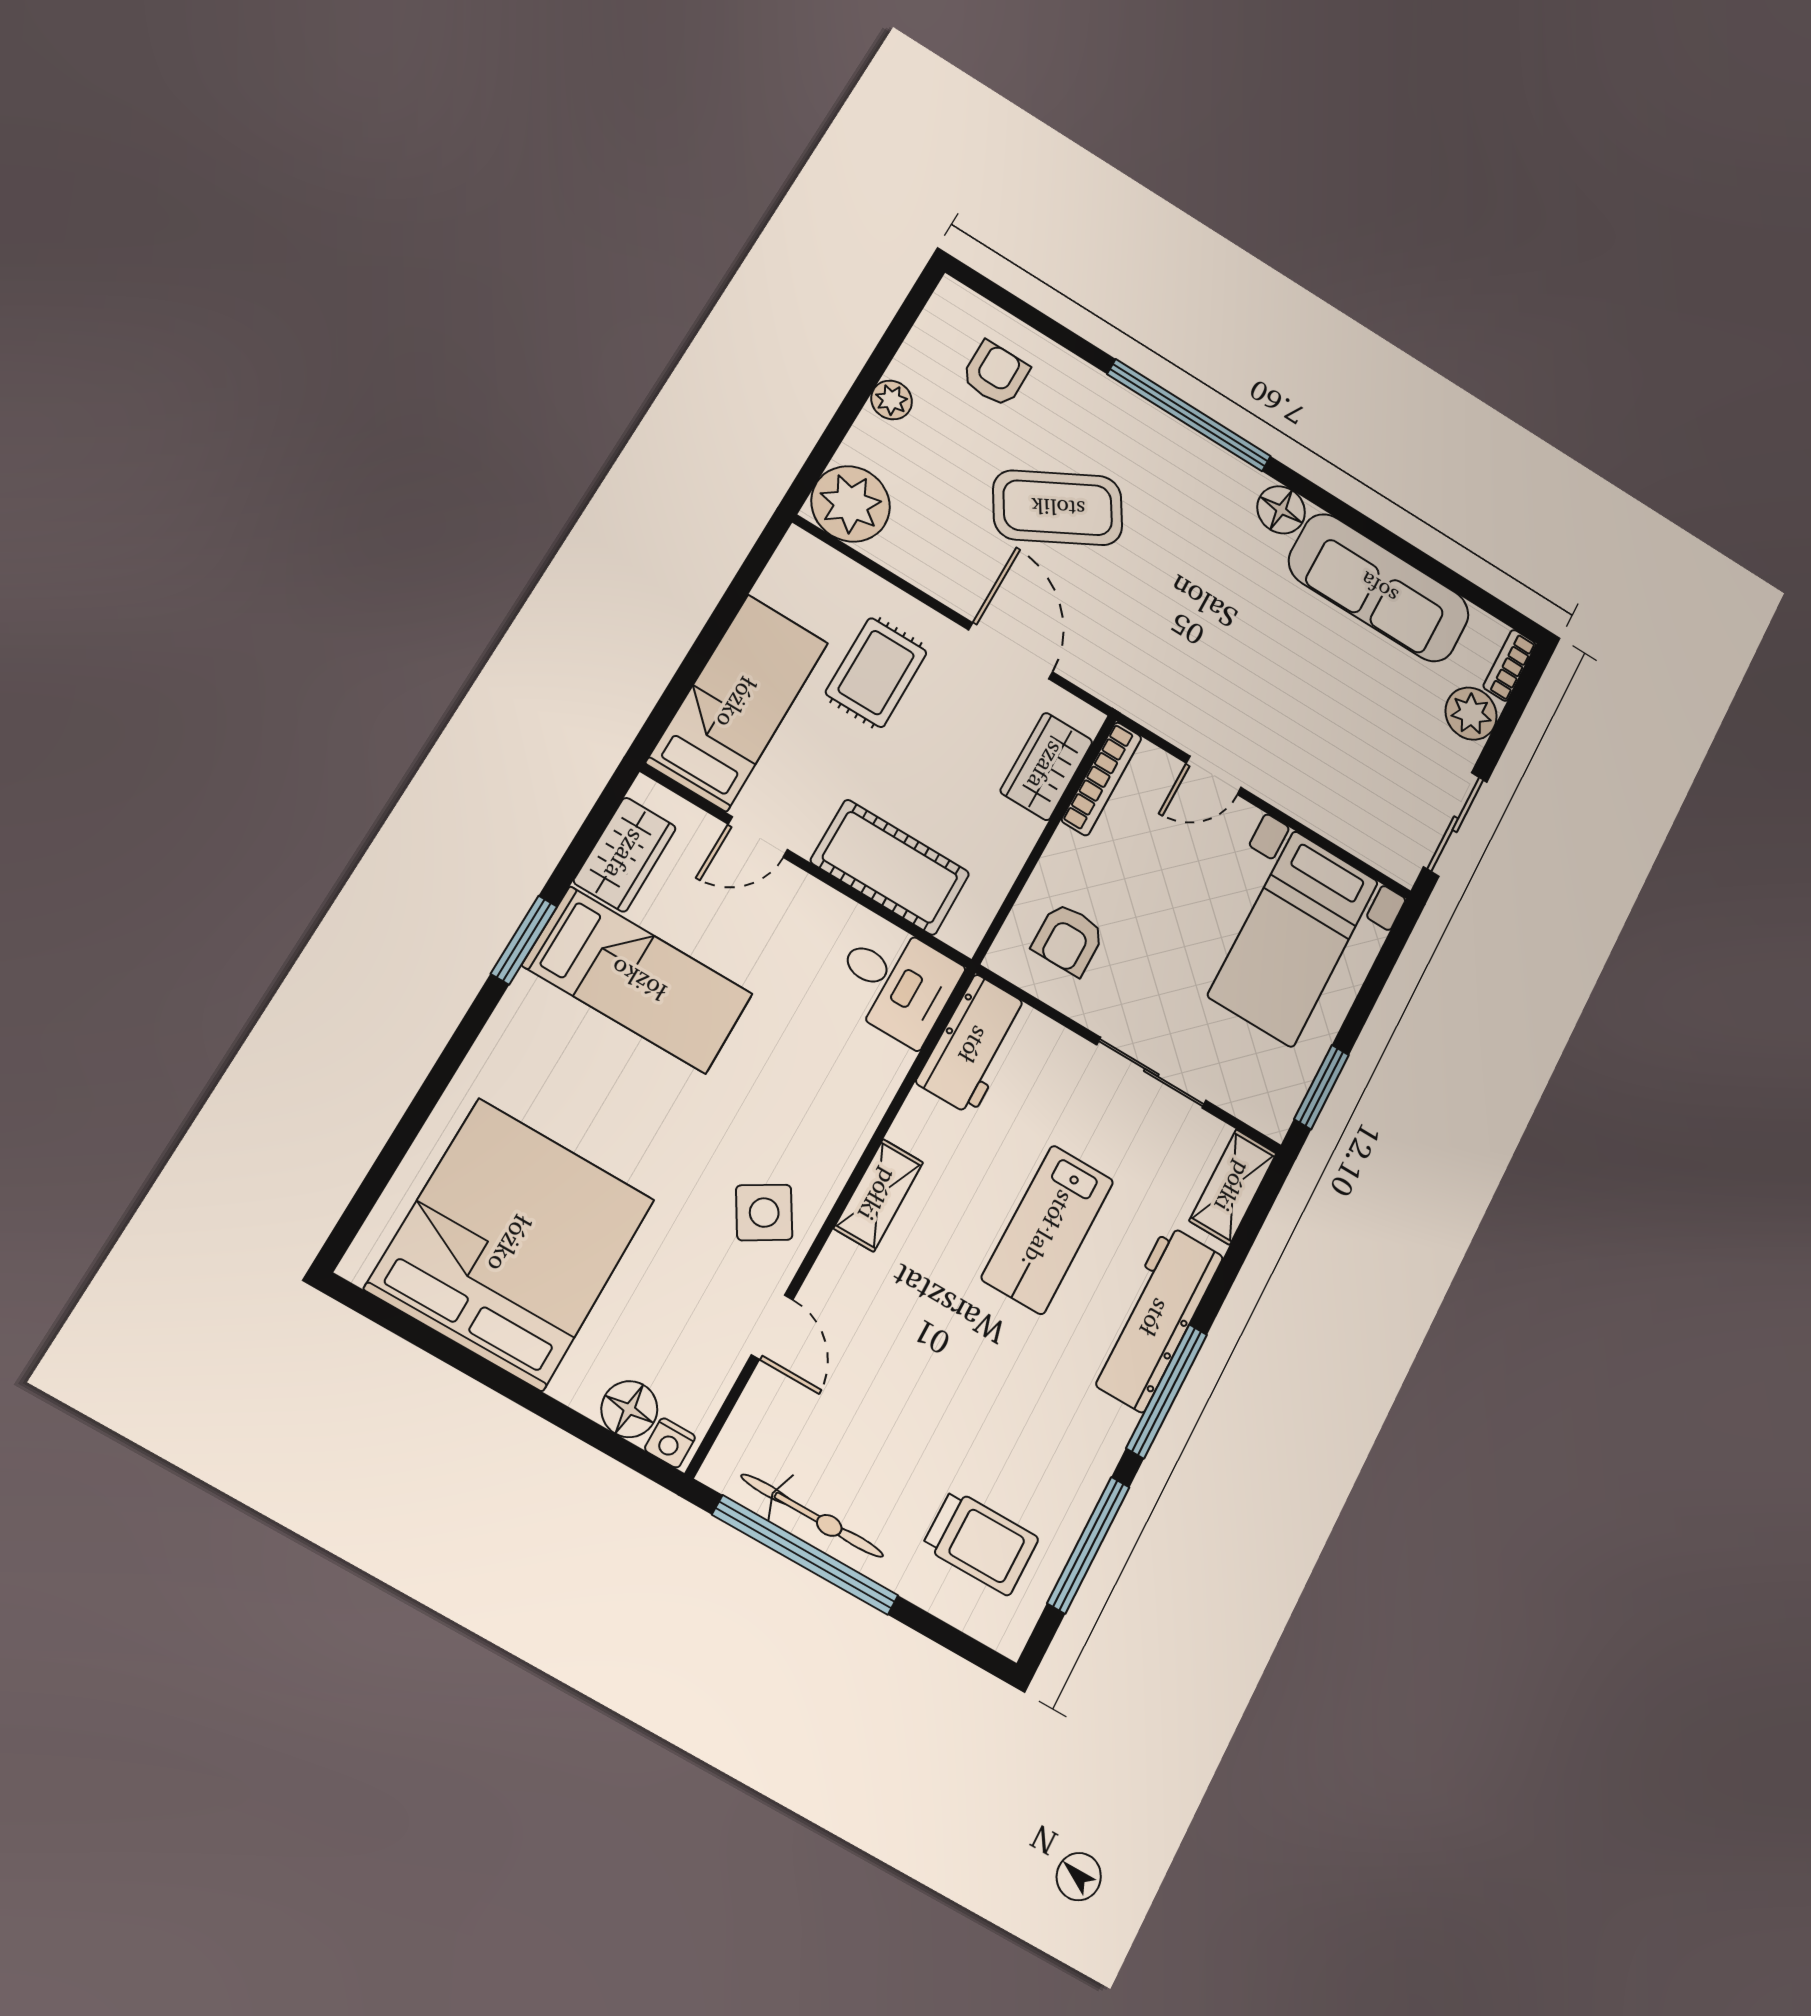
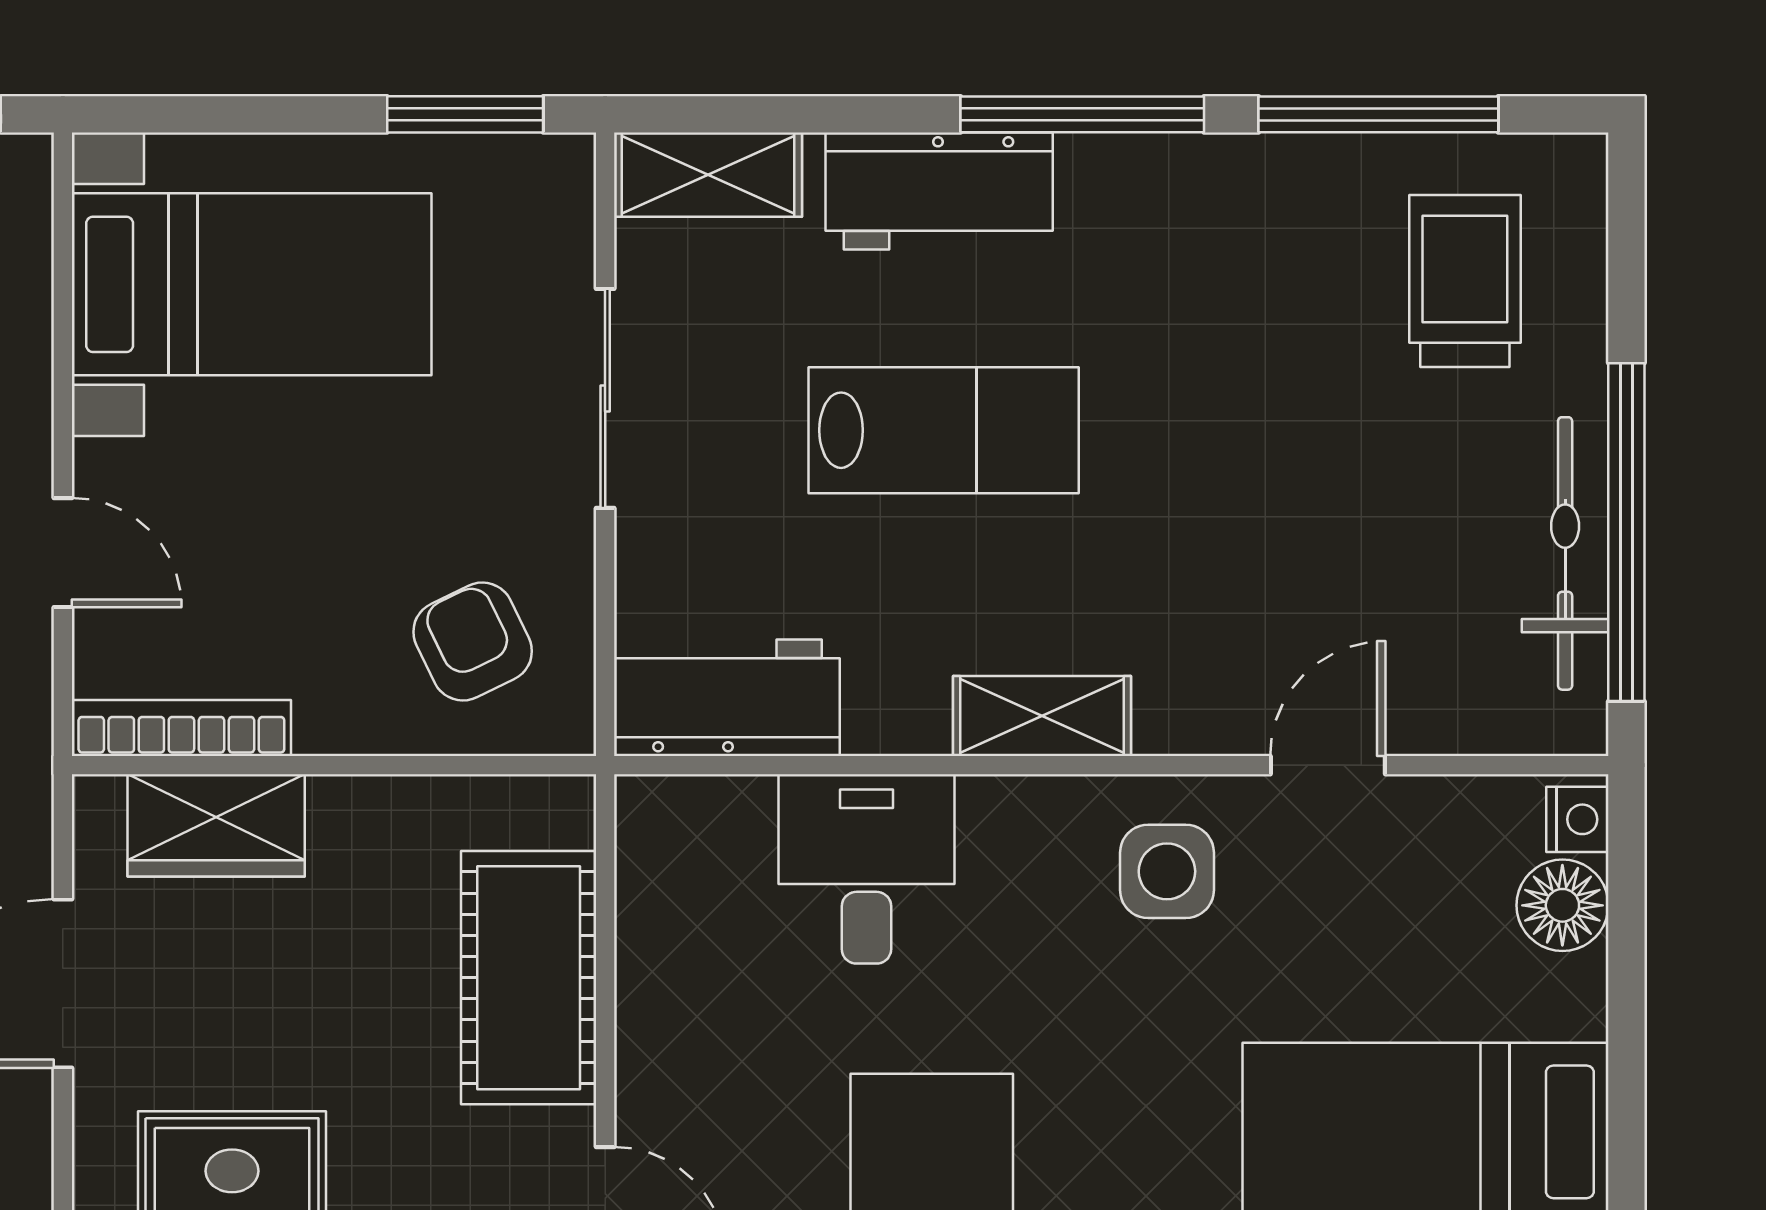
armchair: (1068, 939) -> (473, 641), turned -116
desk: (896, 982) -> (866, 869), moved
side table: (764, 1213) -> (1167, 871), turned 31
workbench: (1155, 1318) -> (939, 191), width x0.73

